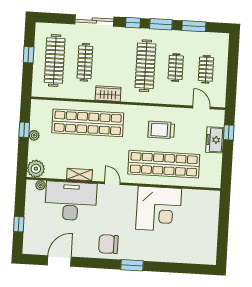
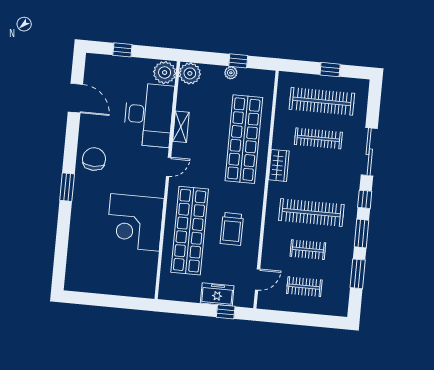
trolley: (161, 130) -> (232, 229), turned 180
plant: (40, 185) -> (165, 73), width x1.88, depth x1.88

